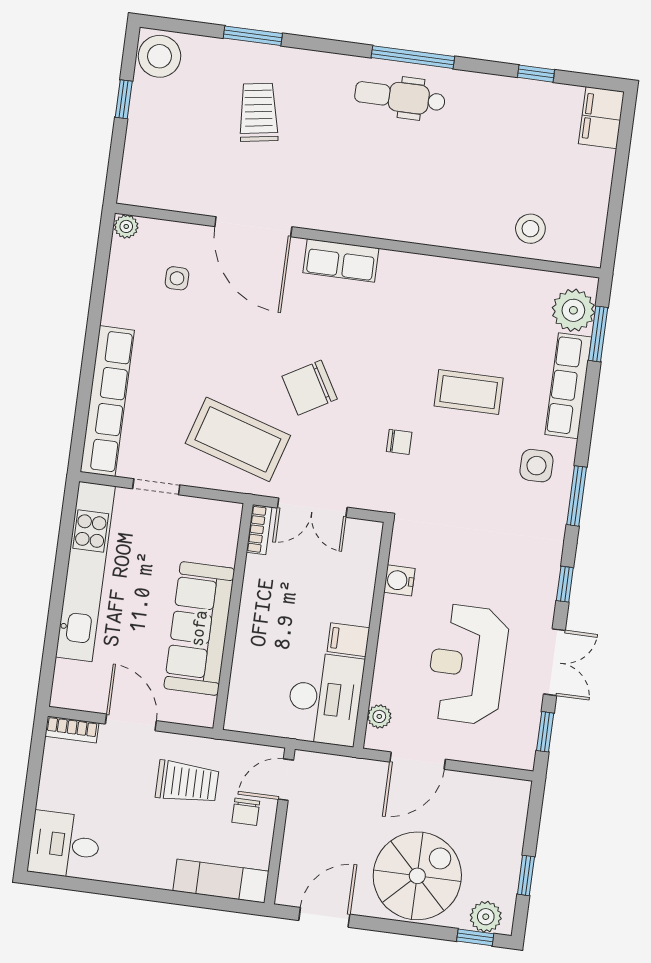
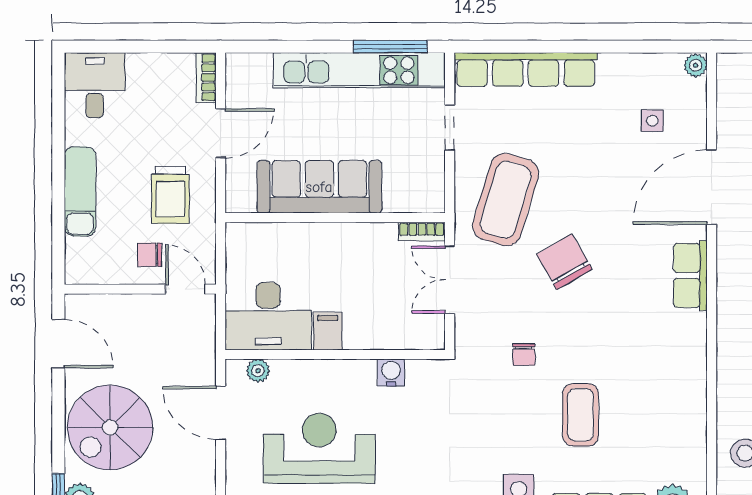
window: (65, 537) -> (390, 47), added
spiral stairs: (417, 876) -> (110, 427), turned 90
exam couch: (221, 881) -> (80, 191), moved

